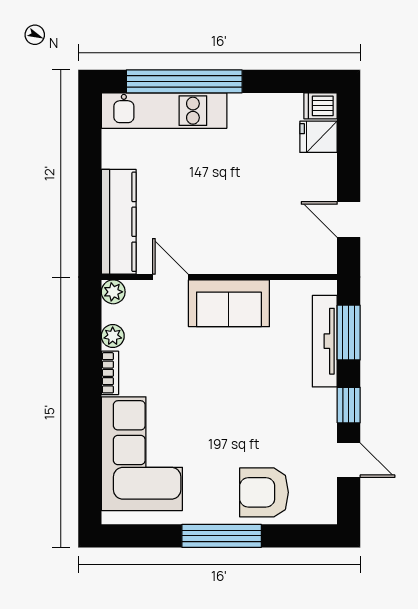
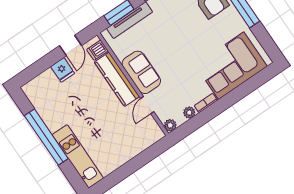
window: (184, 81) -> (46, 137), moved
dishwasher: (320, 106) -> (97, 50), moved, turned 90
fridge: (318, 137) -> (63, 70), moved
kitchen counter: (119, 222) -> (117, 79), moved, turned -90

